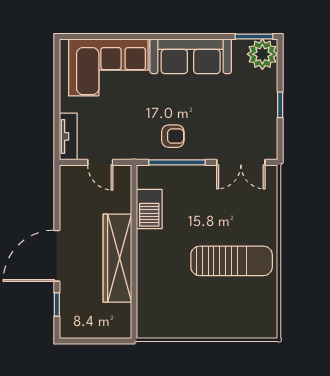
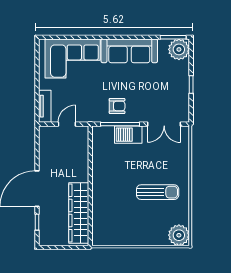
door: (100, 162) -> (67, 124), swing flipped
barbecue: (149, 209) -> (128, 135), moved, turned 90
wardrobe: (117, 258) -> (79, 213), moved
sun lounger: (232, 261) -> (158, 192), width x0.73, depth x0.75
plant: (262, 323) -> (179, 235), added

